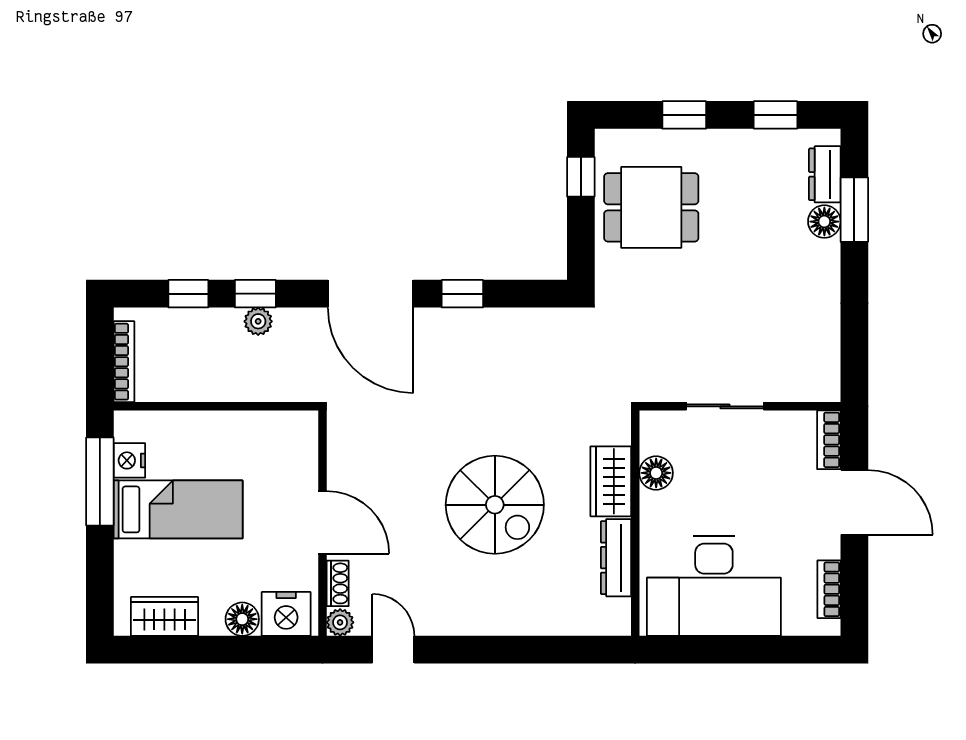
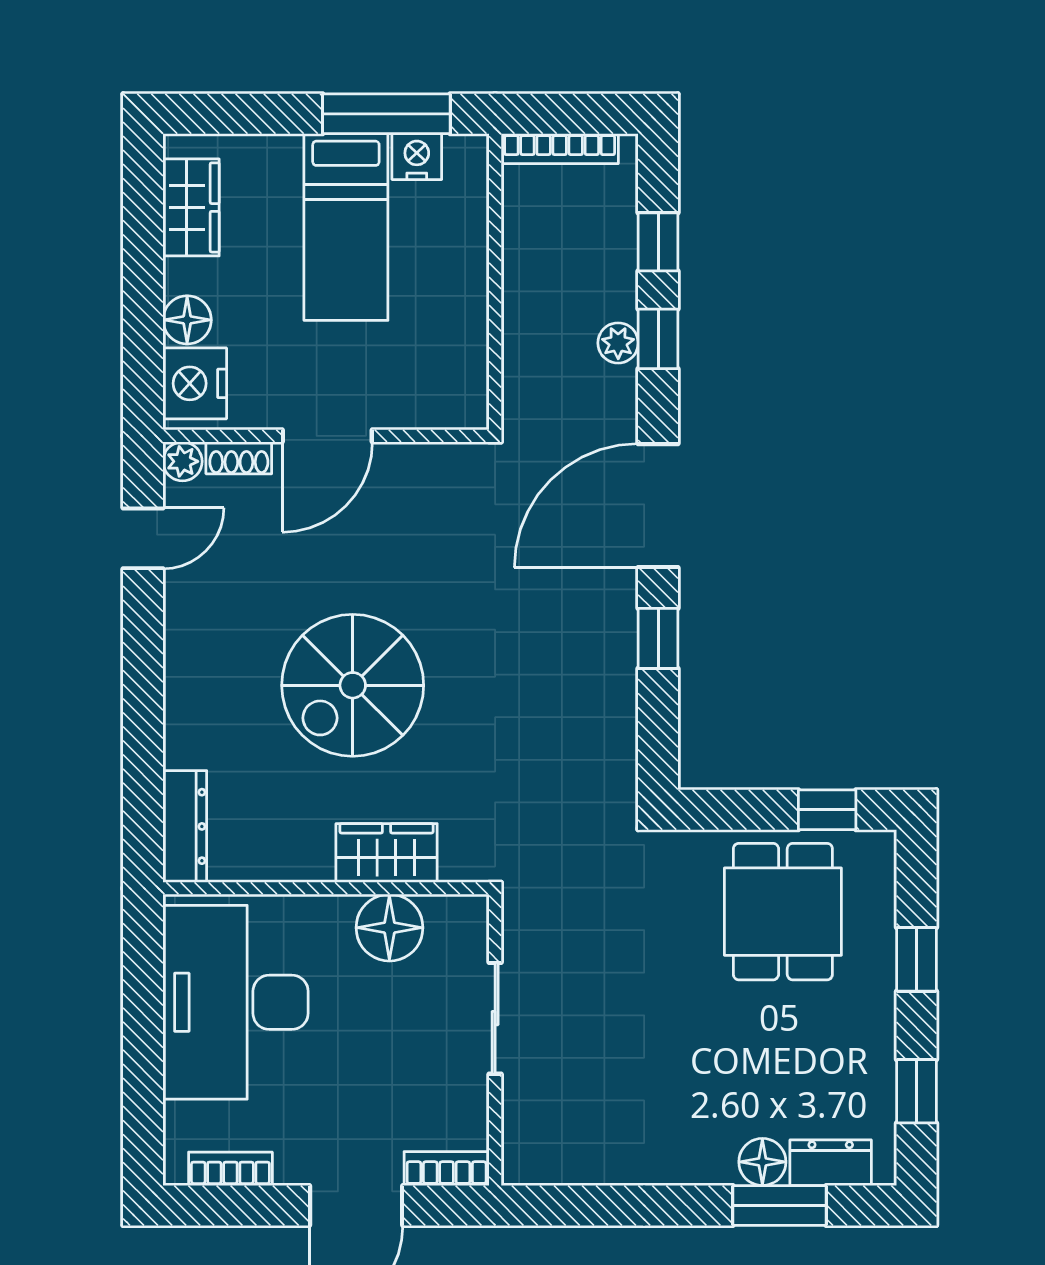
floor lamp: (656, 473) -> (389, 928), width x1.38, depth x1.38
dresser: (616, 558) -> (185, 826), moved, turned 90

